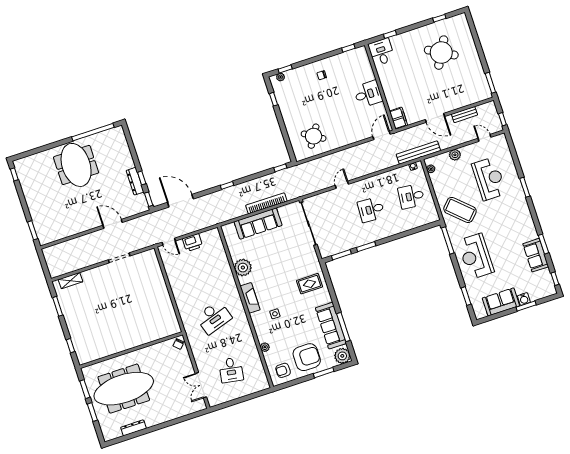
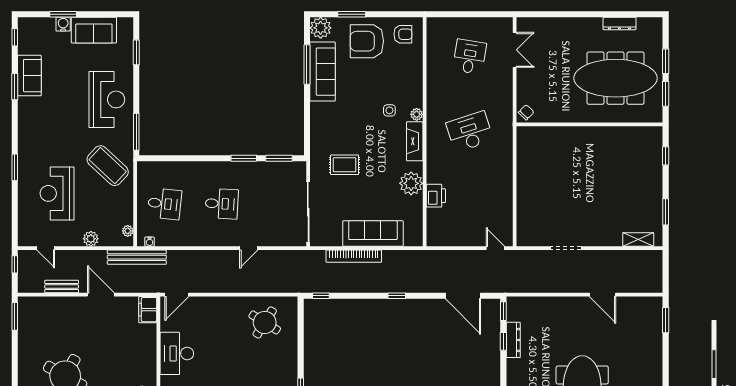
desk: (368, 94) -> (177, 353), width x1.37
door: (113, 224) -> (602, 295), moved
printer: (193, 243) -> (436, 196), moved, turned 90
rug: (309, 284) -> (345, 165), moved
plant: (265, 347) -> (417, 114), moved

